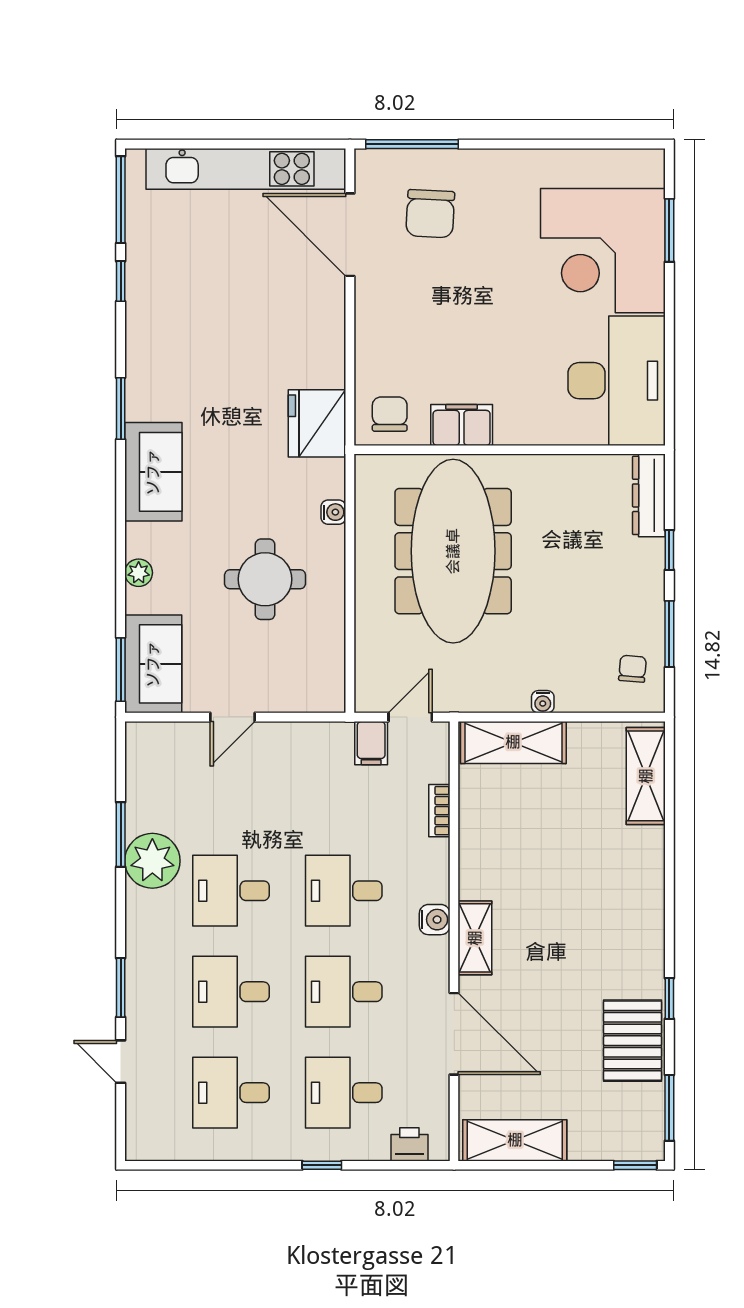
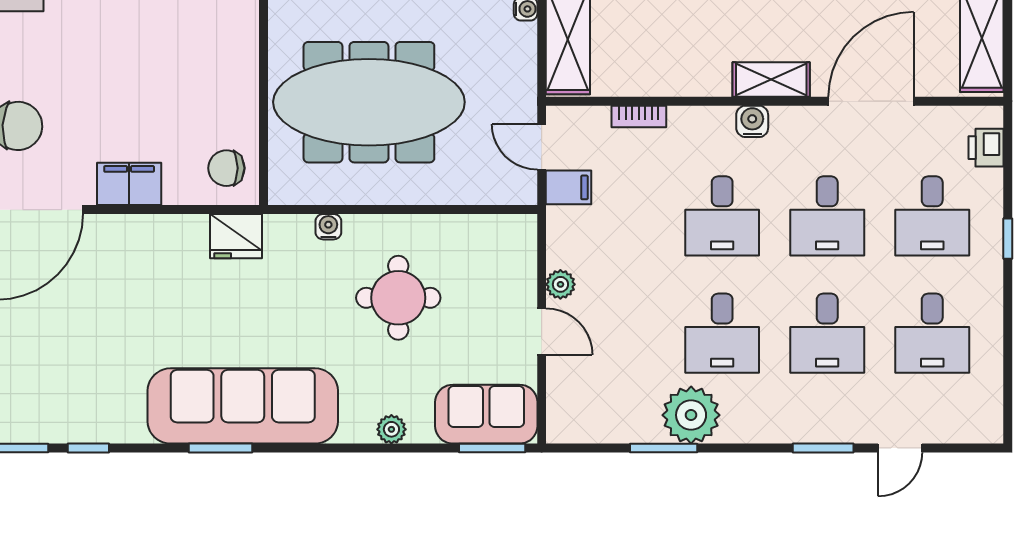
fridge: (317, 423) -> (236, 236), width x0.73, depth x0.75
filing cabinet: (462, 425) -> (129, 184), moved, turned 90
sofa: (153, 472) -> (243, 406), width x1.85, depth x1.27
plant: (278, 735) -> (560, 284), added

